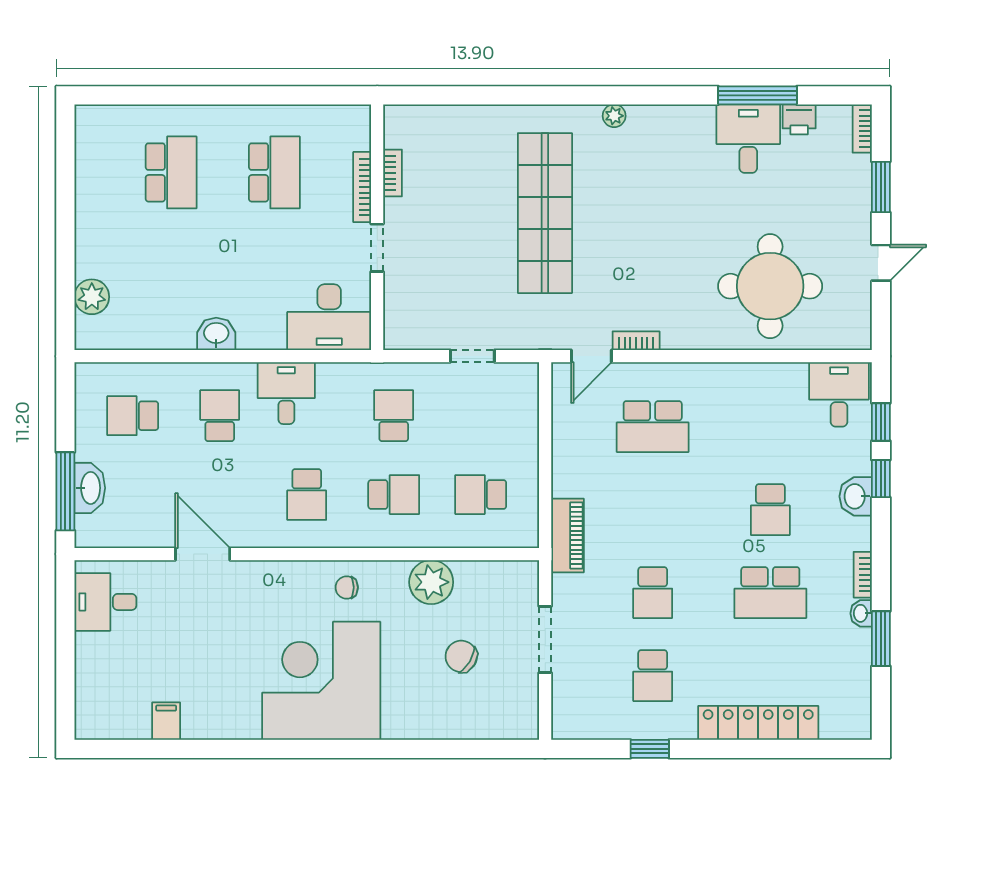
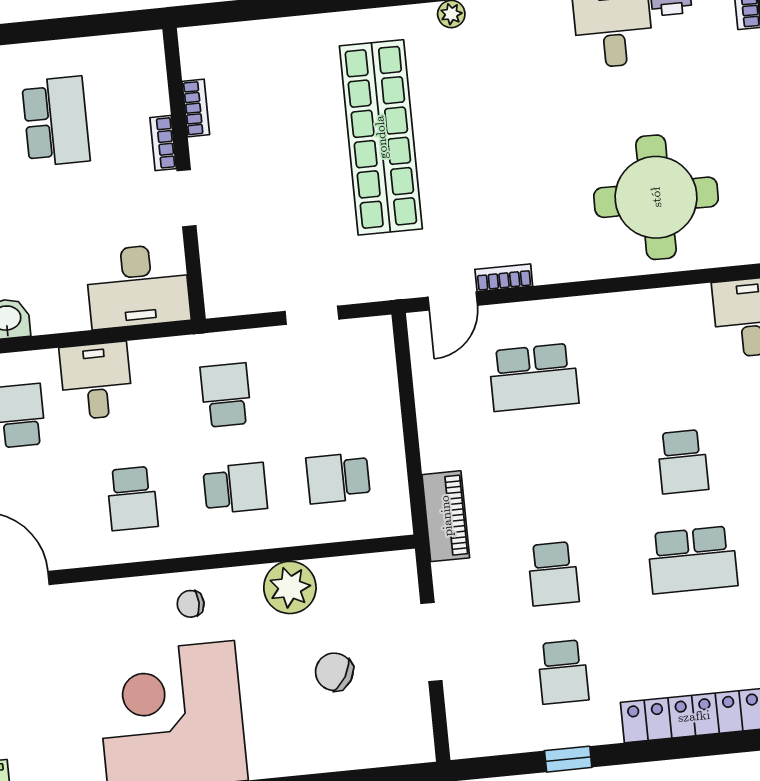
bookcase: (362, 187) -> (163, 143), width x0.64

